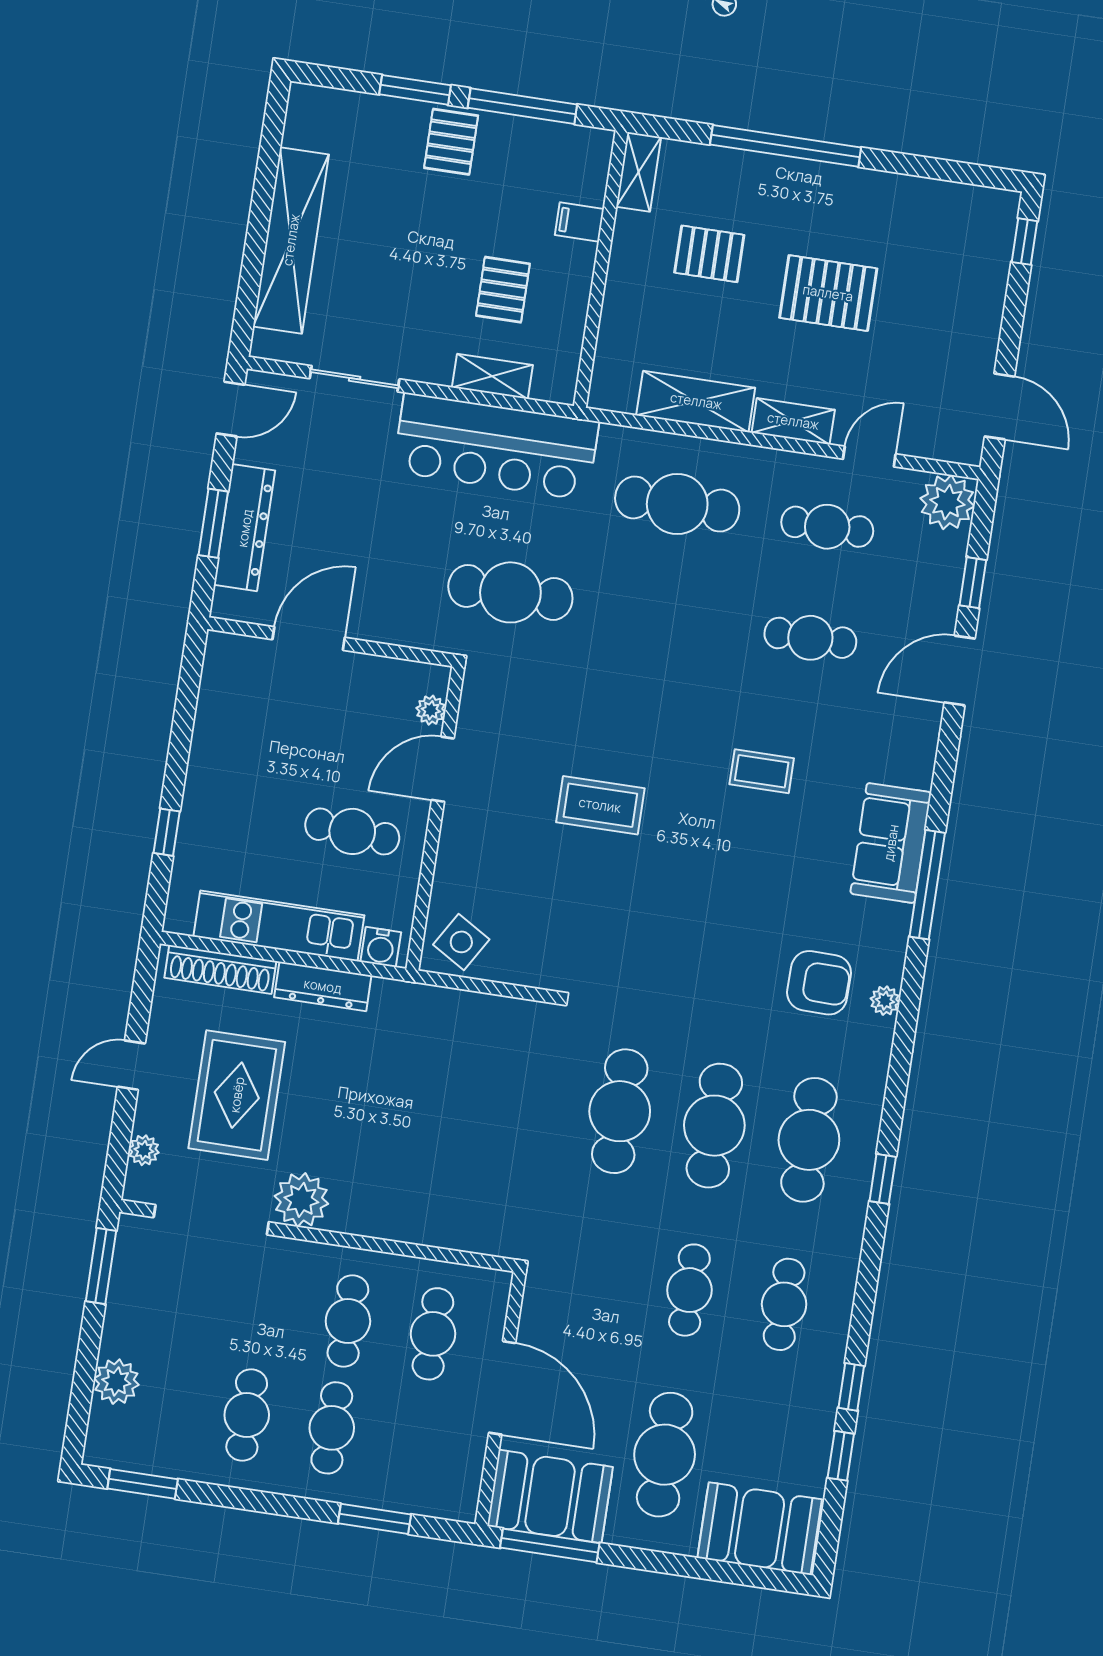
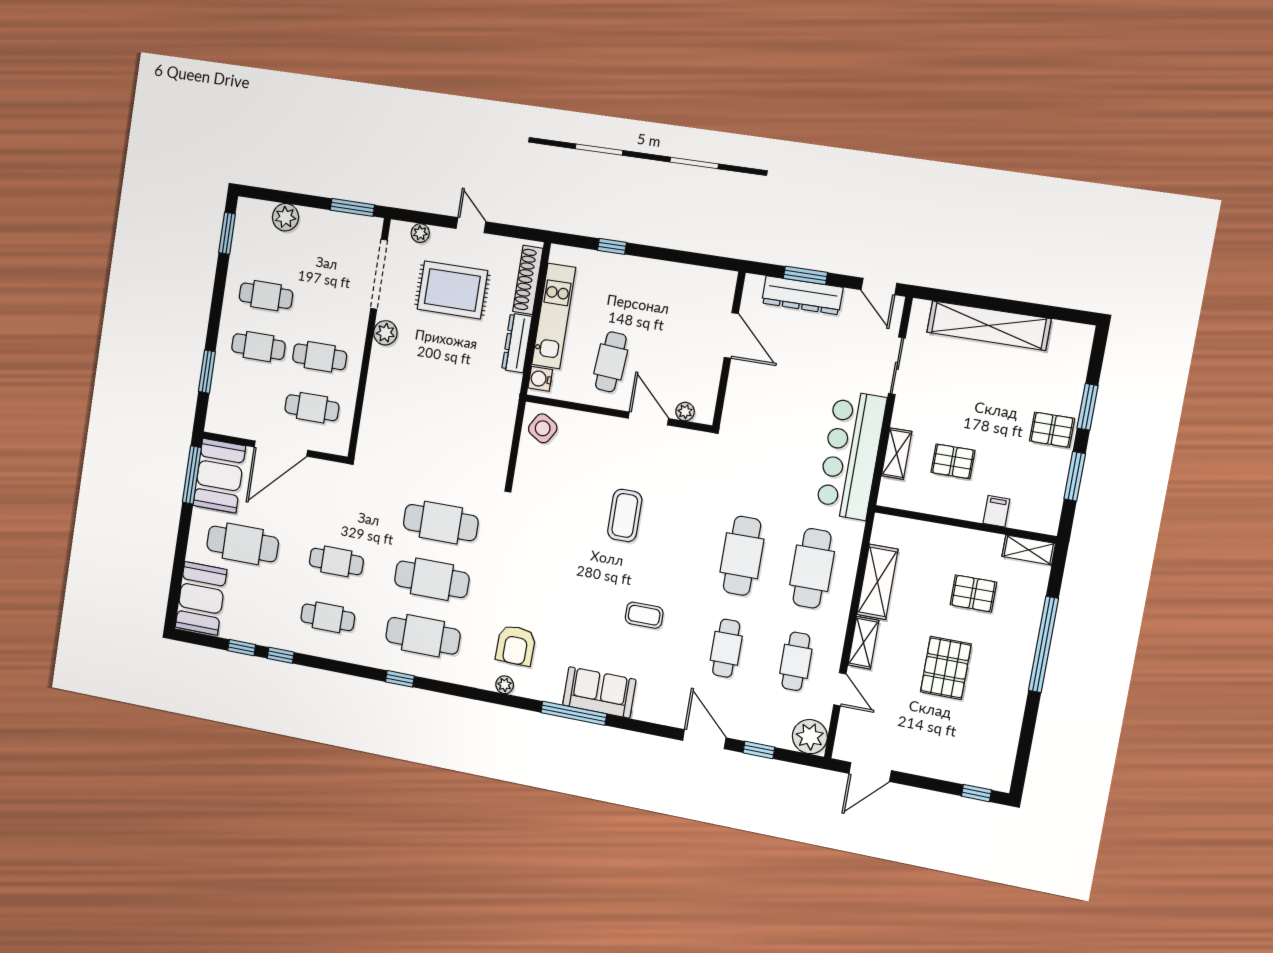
window: (522, 106) -> (1075, 476), width x0.69
pallet: (709, 254) -> (973, 593), turned 90
cafe table: (510, 592) -> (742, 556), moved
coffee table: (762, 771) -> (644, 615), turned 90
plant: (301, 1200) -> (385, 333), width x0.73, depth x0.73

